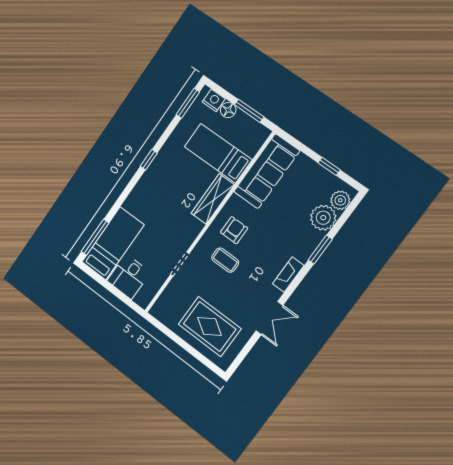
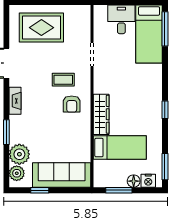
sofa: (267, 171) -> (62, 175), moved, turned 90

